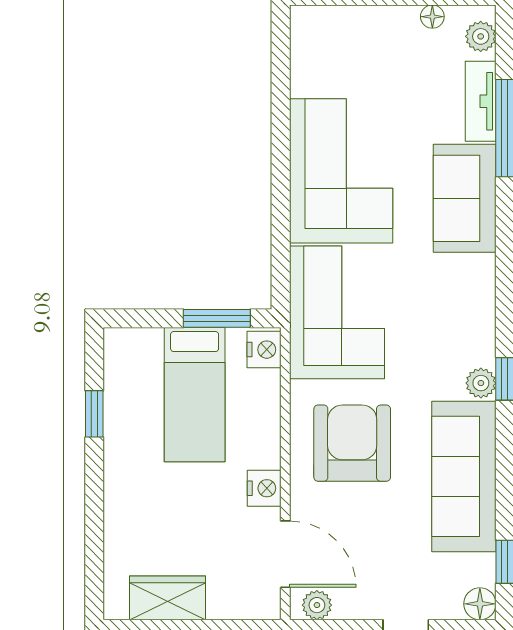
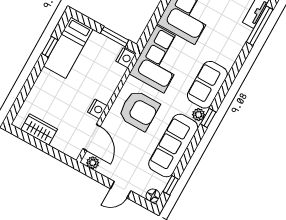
sofa: (465, 198) -> (207, 85), moved
bed: (195, 395) -> (68, 48), moved
armchair: (352, 443) -> (139, 110), turned 90

